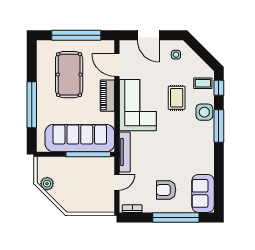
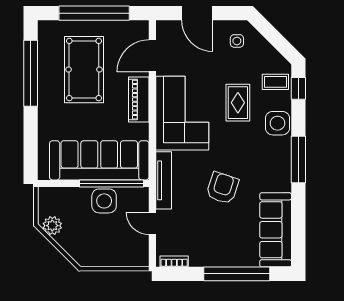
door: (117, 65) -> (152, 56), hinge flipped
window: (32, 105) -> (31, 73), moved
window: (219, 126) -> (298, 160), moved
side table: (83, 166) -> (104, 201), added
door: (117, 182) -> (152, 223), swing flipped
armchair: (166, 190) -> (222, 188), moved, turned 108
sofa: (203, 193) -> (276, 230), width x1.36

